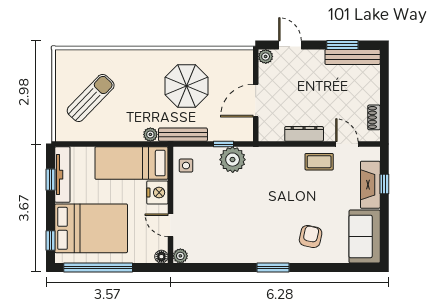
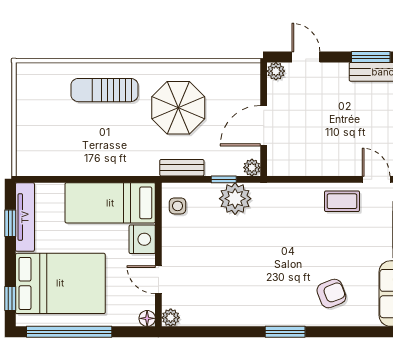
sun lounger: (91, 98) -> (104, 90), moved, turned -134
plant: (150, 134) -> (252, 168), moved
dresser: (304, 134) -> (323, 167), removed
bench: (183, 135) -> (182, 168), width x0.73
armchair: (311, 236) -> (331, 294), turned 57

